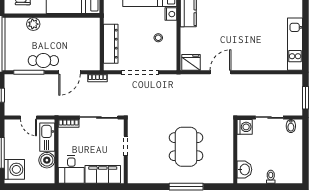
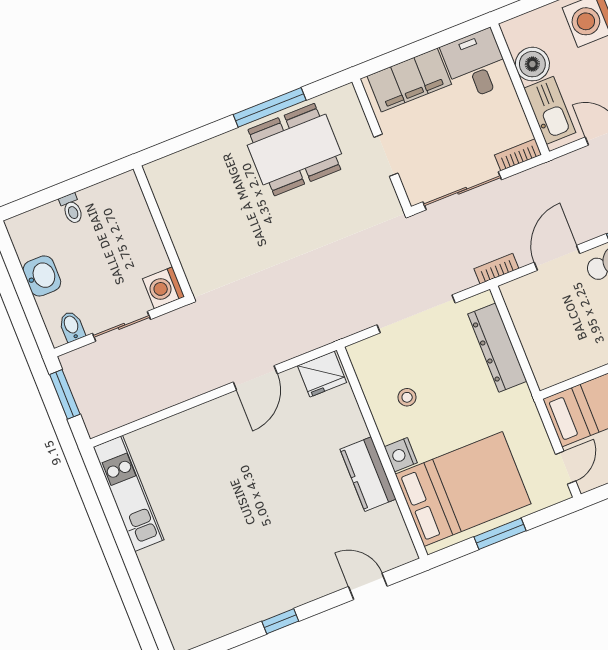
dining table: (186, 147) -> (294, 150), moved, turned 90
washbasin: (244, 169) -> (42, 276), moved, turned 180
window: (186, 187) -> (270, 107), moved

